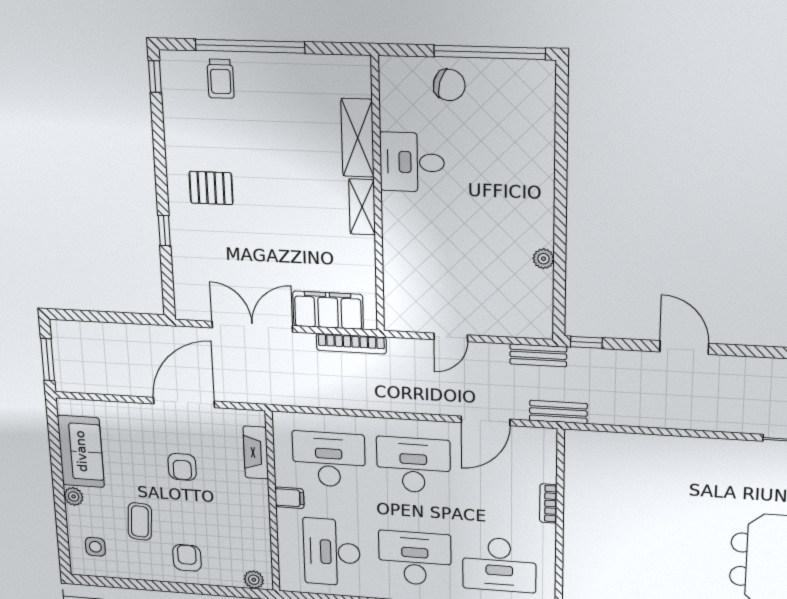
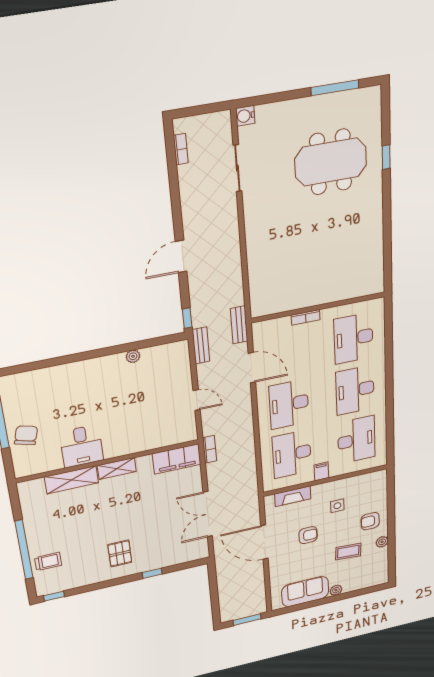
filing cabinet: (328, 310) -> (177, 459), moved, turned -90
bookcase: (351, 344) -> (210, 449), width x0.64
side table: (95, 547) -> (337, 506), moved
desk: (332, 552) -> (356, 440), turned -90
desk: (499, 565) -> (353, 338), turned 180
plant: (254, 580) -> (382, 542), moved

